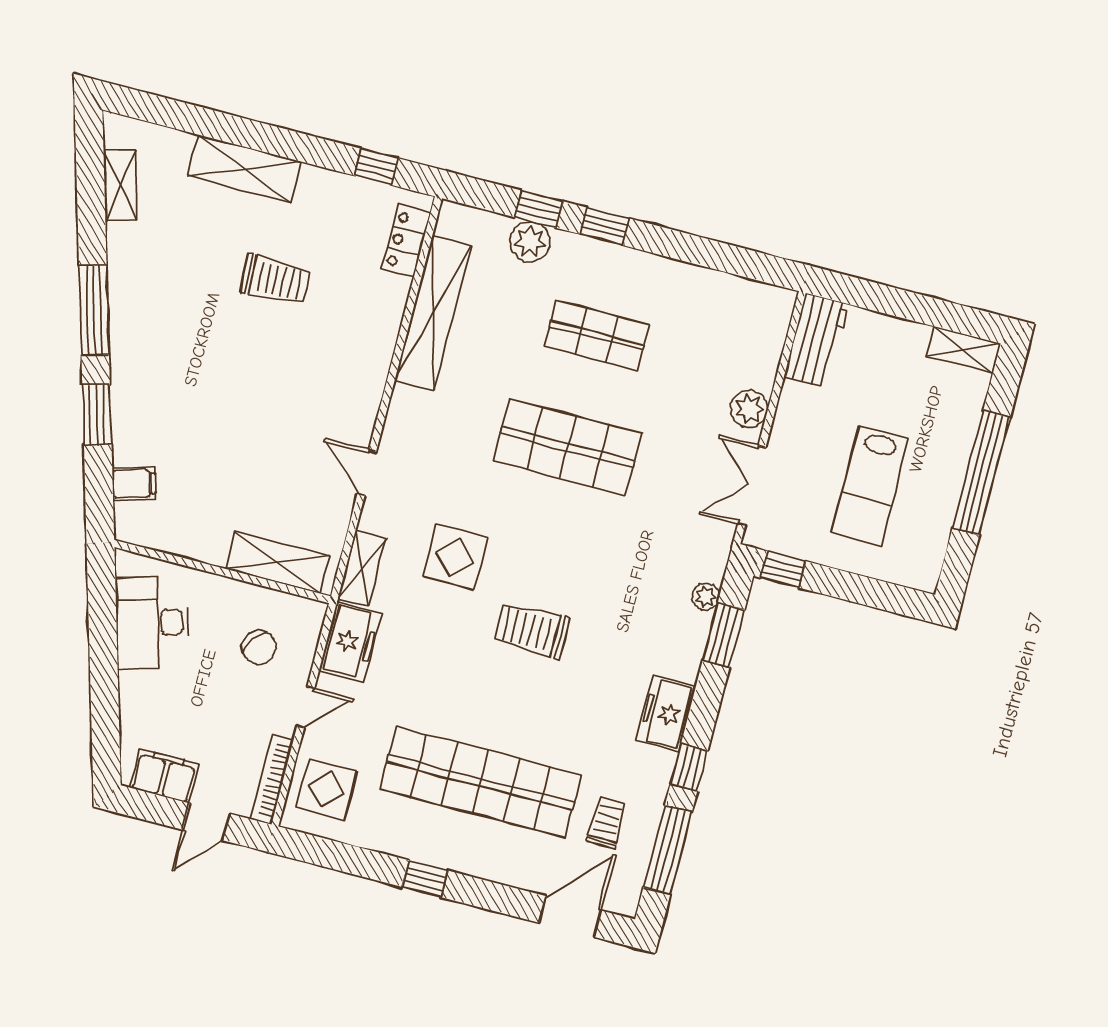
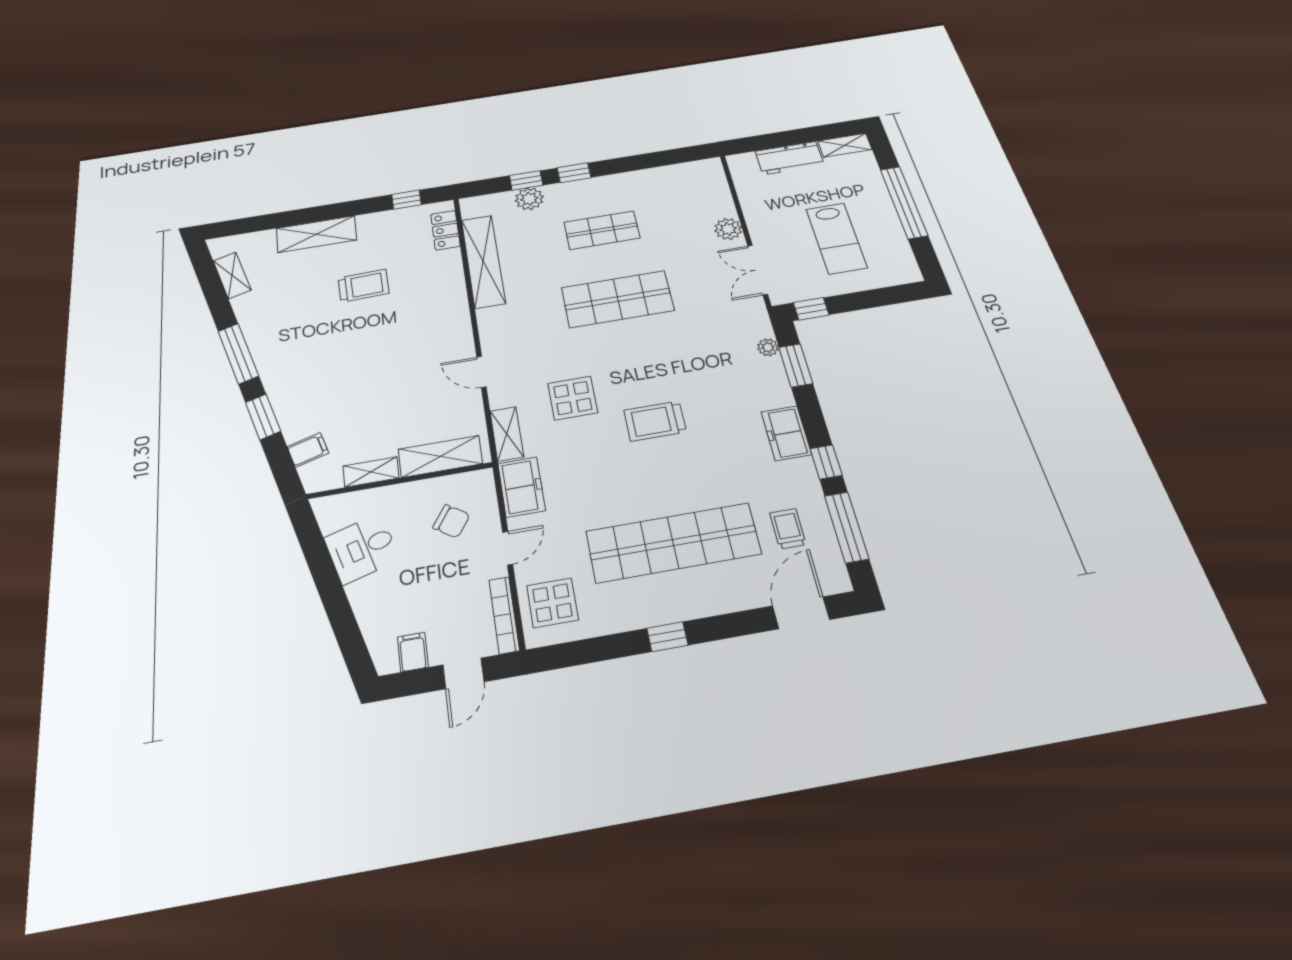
workbench: (816, 341) -> (790, 158), moved, turned 90
shelving: (194, 546) -> (371, 472), added
desk: (152, 623) -> (362, 549), width x0.73
filing cabinet: (164, 776) -> (413, 652), width x0.50

